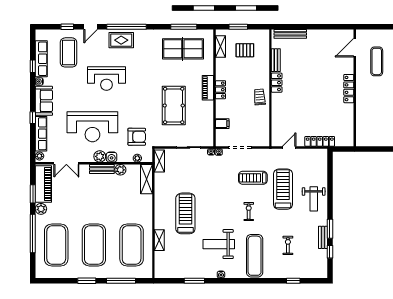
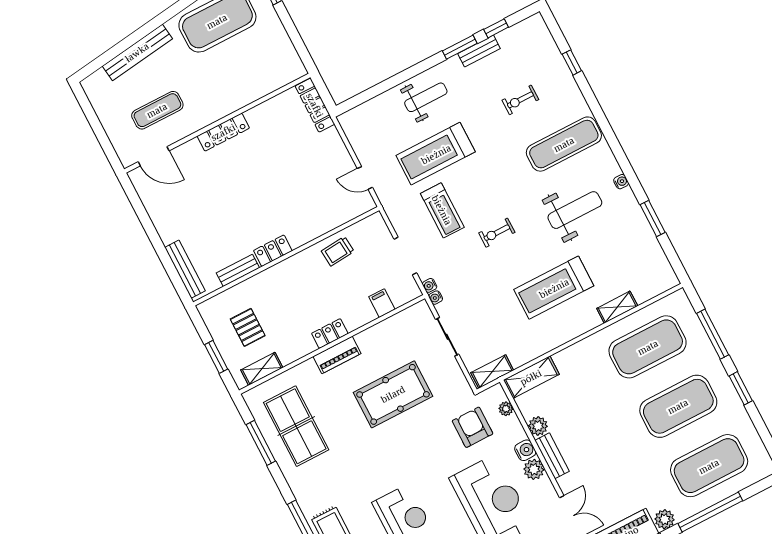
trolley: (260, 97) -> (338, 251), moved
locker: (320, 141) -> (315, 105), moved
exercise bike: (249, 212) -> (497, 233), moved
weight bench: (219, 244) -> (575, 210), turned -90

